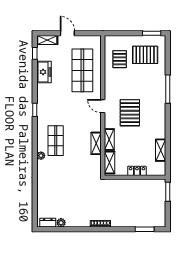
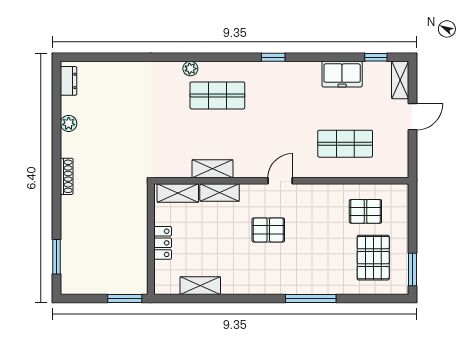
shop shelf: (82, 70) -> (345, 144), width x0.70, depth x0.74
pallet: (130, 113) -> (268, 230), width x0.67, depth x0.71
plant: (61, 223) -> (69, 123), moved

